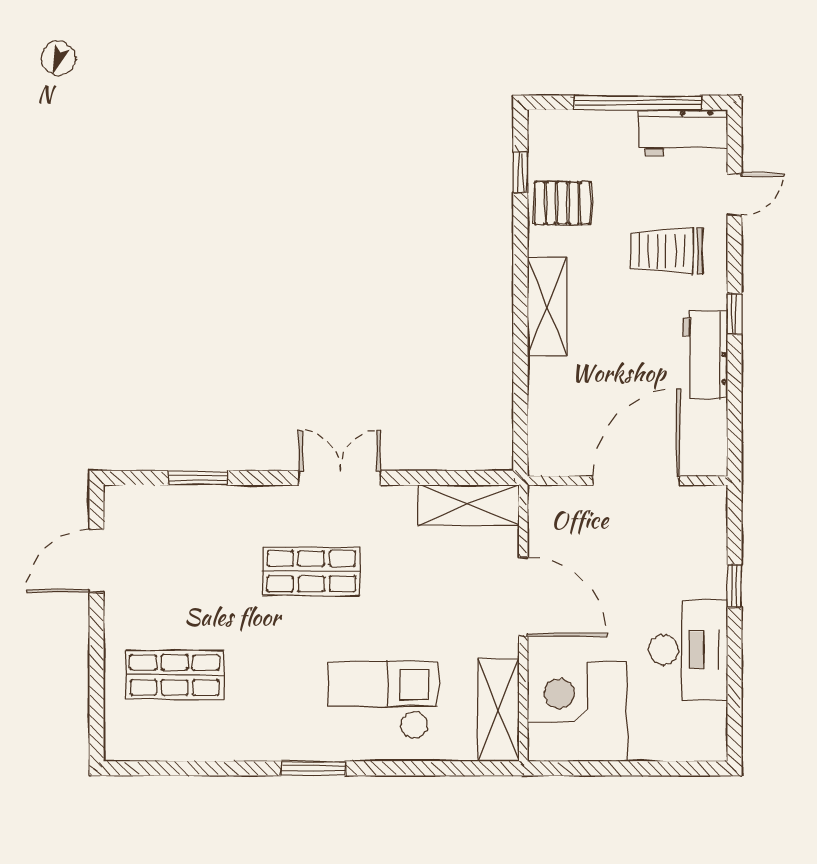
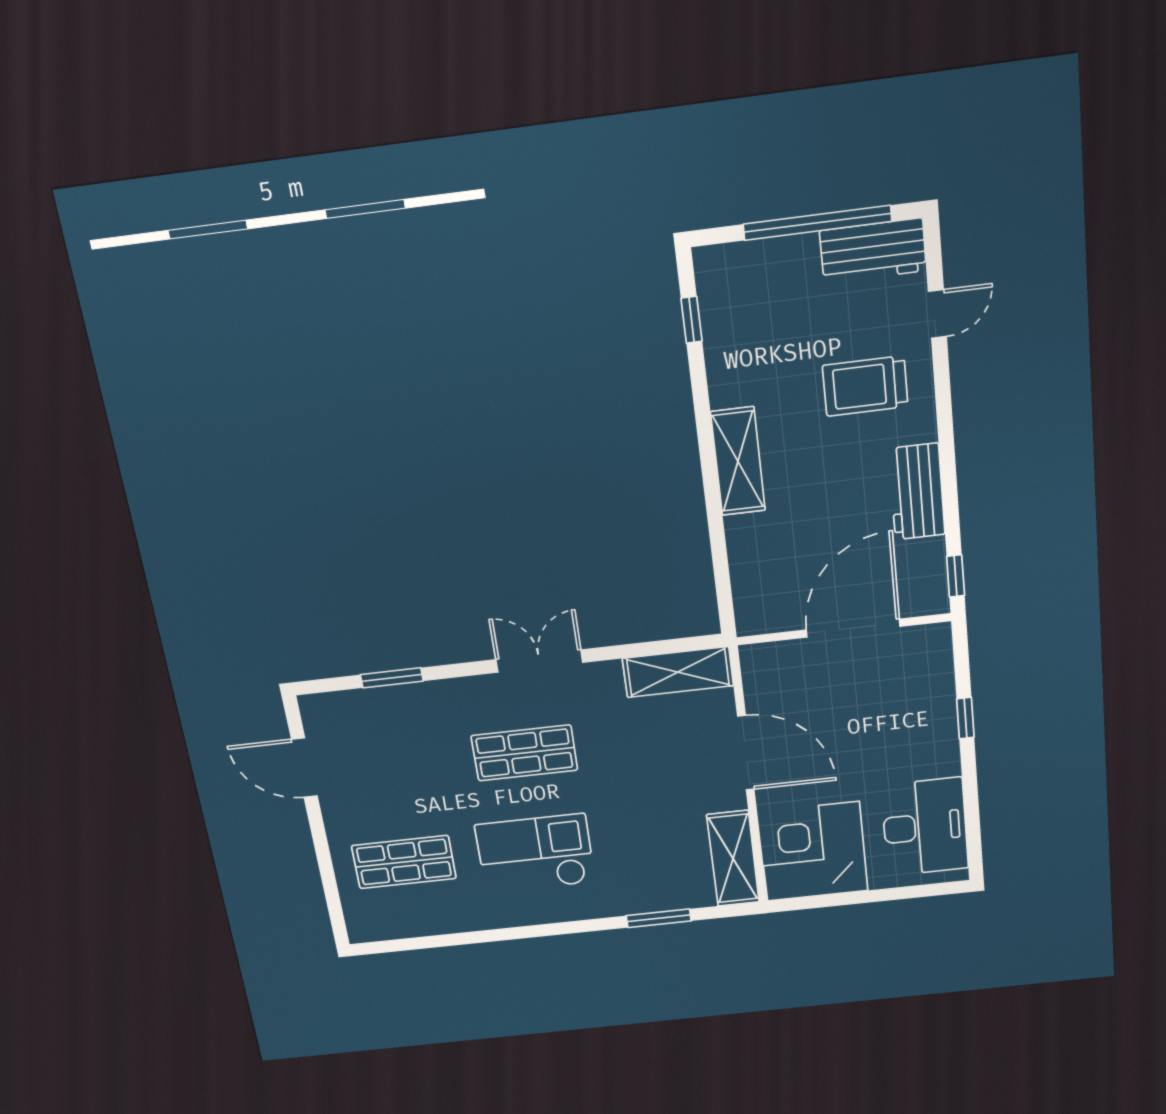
pallet: (563, 203) -> (743, 348), removed
window: (734, 314) -> (956, 576), moved
door: (97, 561) -> (304, 768), hinge flipped
desk: (688, 650) -> (925, 827), moved
checkout: (382, 700) -> (535, 854), moved
window: (314, 768) -> (659, 918), moved

